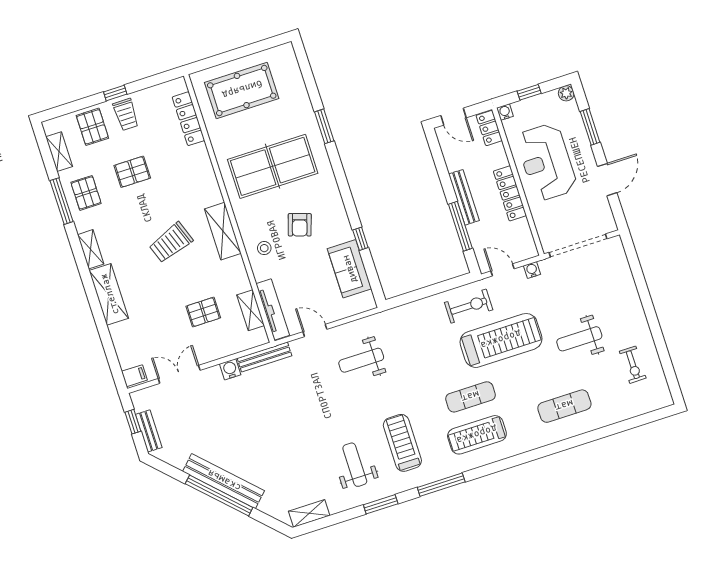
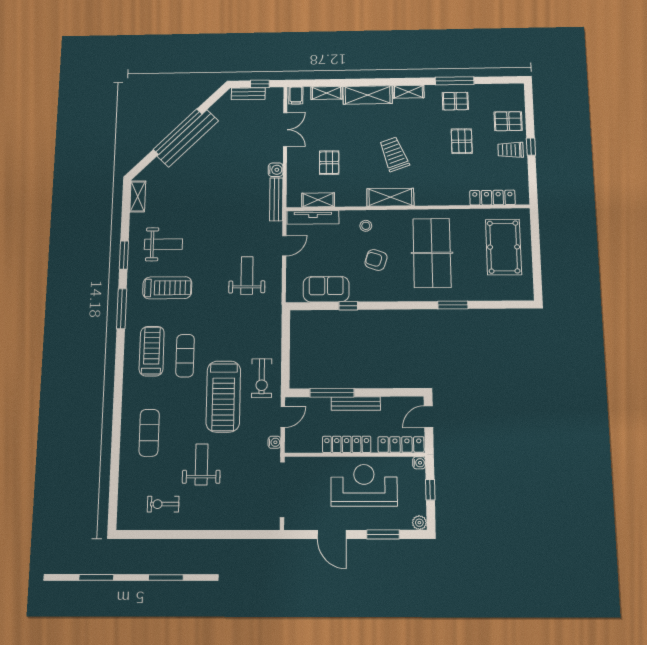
locker: (489, 128) -> (401, 445), width x1.53
shelving: (59, 152) -> (327, 93), moved

